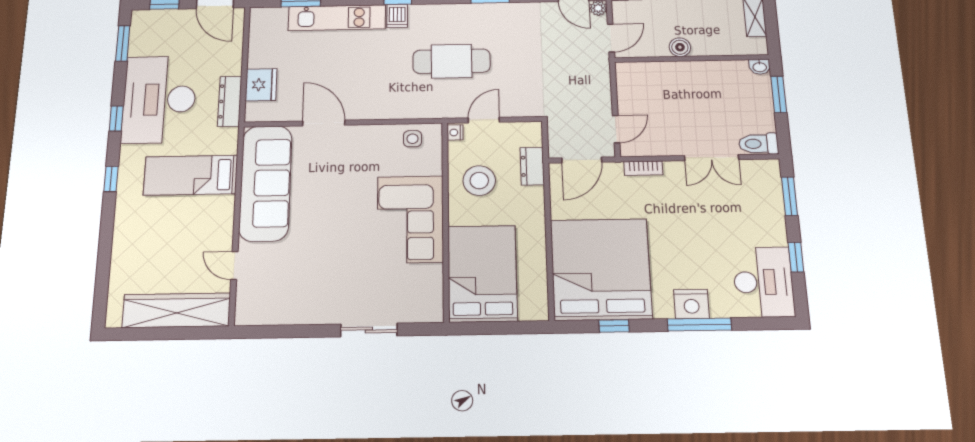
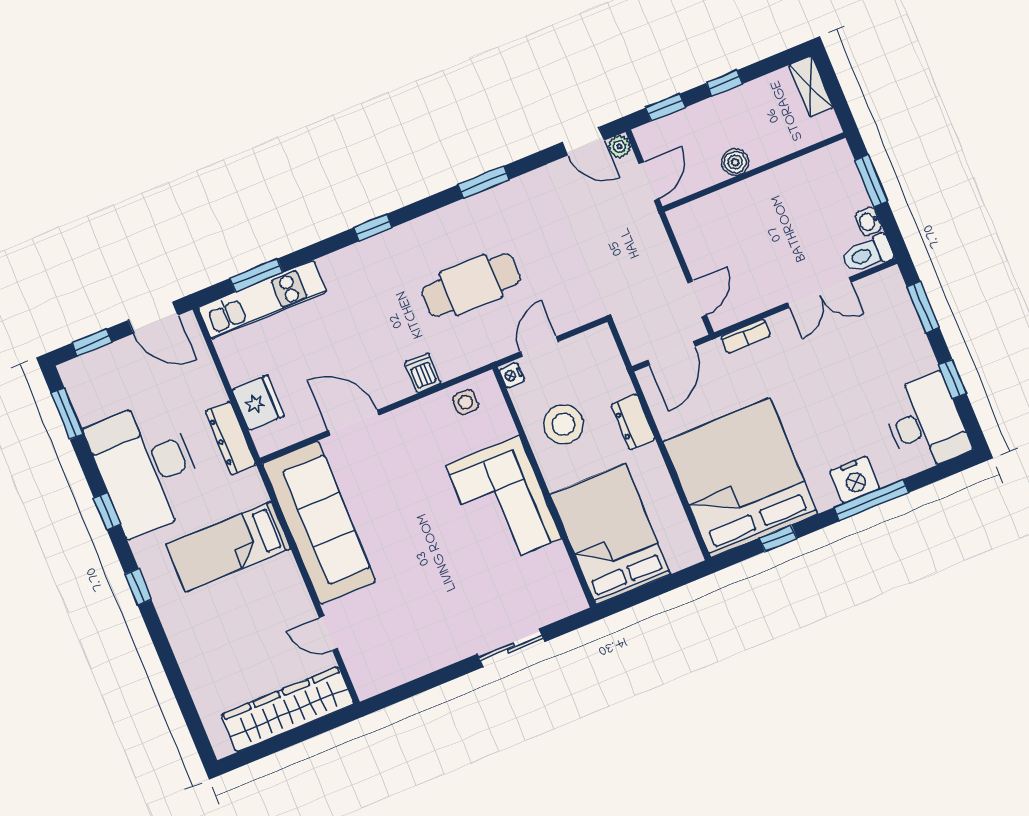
dishwasher: (397, 16) -> (423, 373), moved, turned 180
kitchen unit: (337, 18) -> (262, 300), moved
washbasin: (760, 67) -> (868, 221), moved, turned 90
dresser: (532, 166) -> (633, 422), moved

